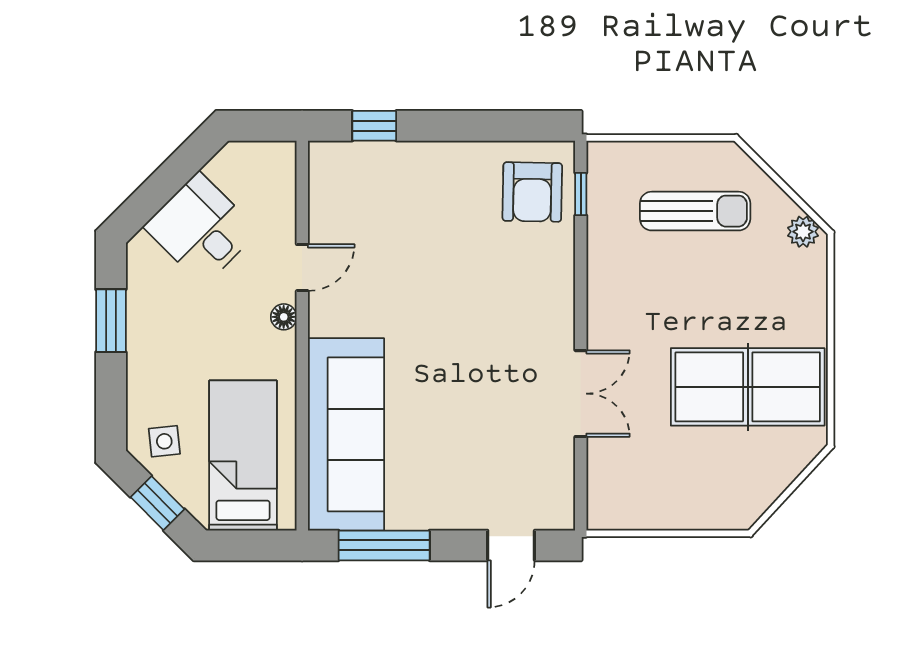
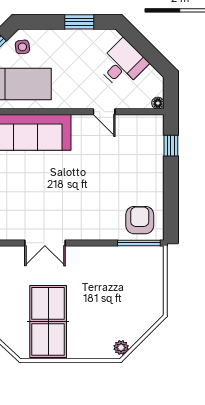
armchair: (532, 192) -> (140, 220), turned 89
window: (581, 194) -> (139, 243), width x2.17
sun lounger: (695, 211) -> (131, 297), removed
floor lamp: (284, 317) -> (158, 103), moved

